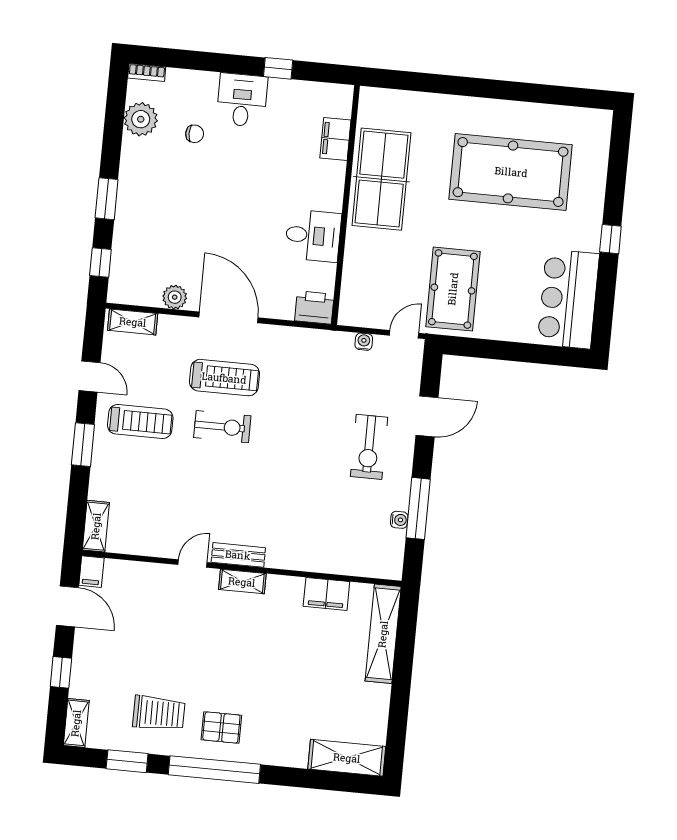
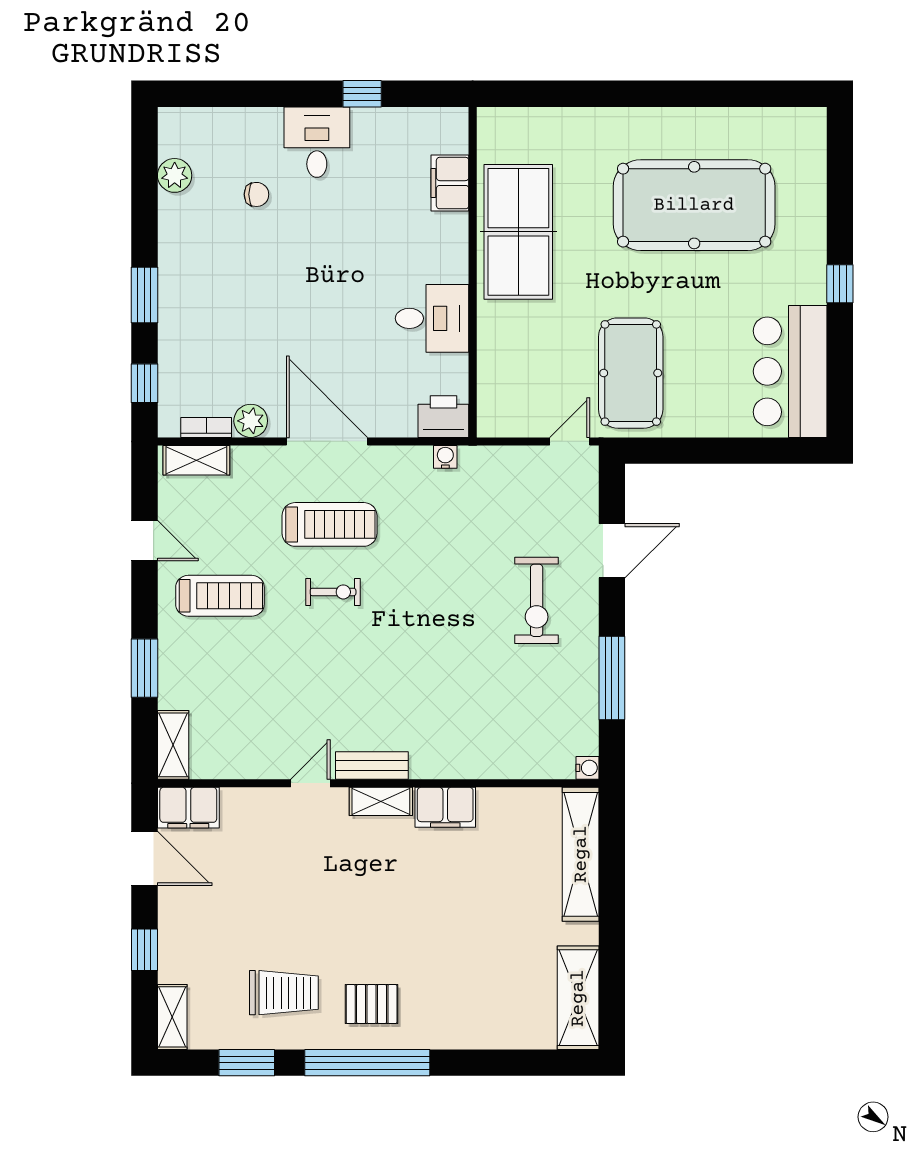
bookcase: (147, 73) -> (206, 427), moved, turned 180
plant: (141, 119) -> (175, 175), width x0.73, depth x0.73
water cooler: (364, 342) -> (445, 457), moved
exercise bike: (222, 427) -> (333, 592), width x0.73, depth x0.72
window: (83, 445) -> (144, 668), moved
water cooler: (399, 520) -> (587, 768), moved
filing cabinet: (91, 572) -> (188, 808), width x2.00
filing cabinet: (326, 594) -> (445, 807), moved
shelving: (347, 758) -> (578, 998), moved, turned 90

